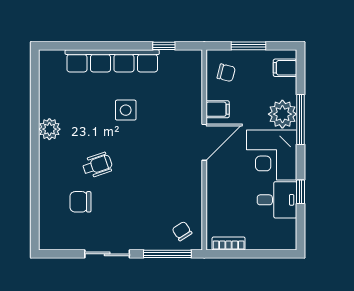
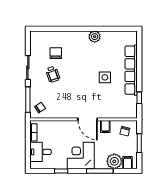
plant: (282, 114) -> (114, 161), moved
wheelchair: (97, 165) -> (53, 74), moved
desk: (277, 200) -> (40, 152), moved, turned 90

